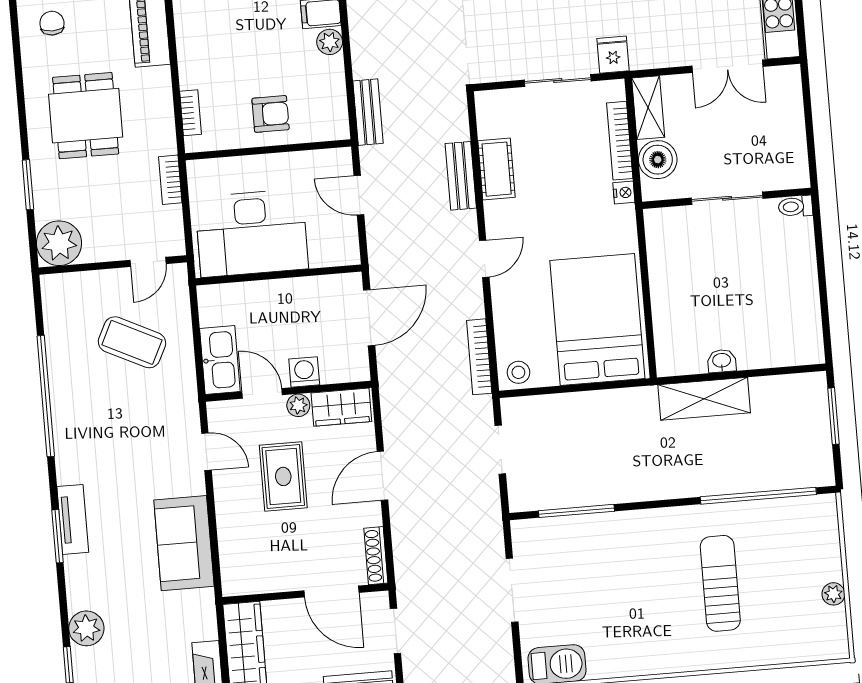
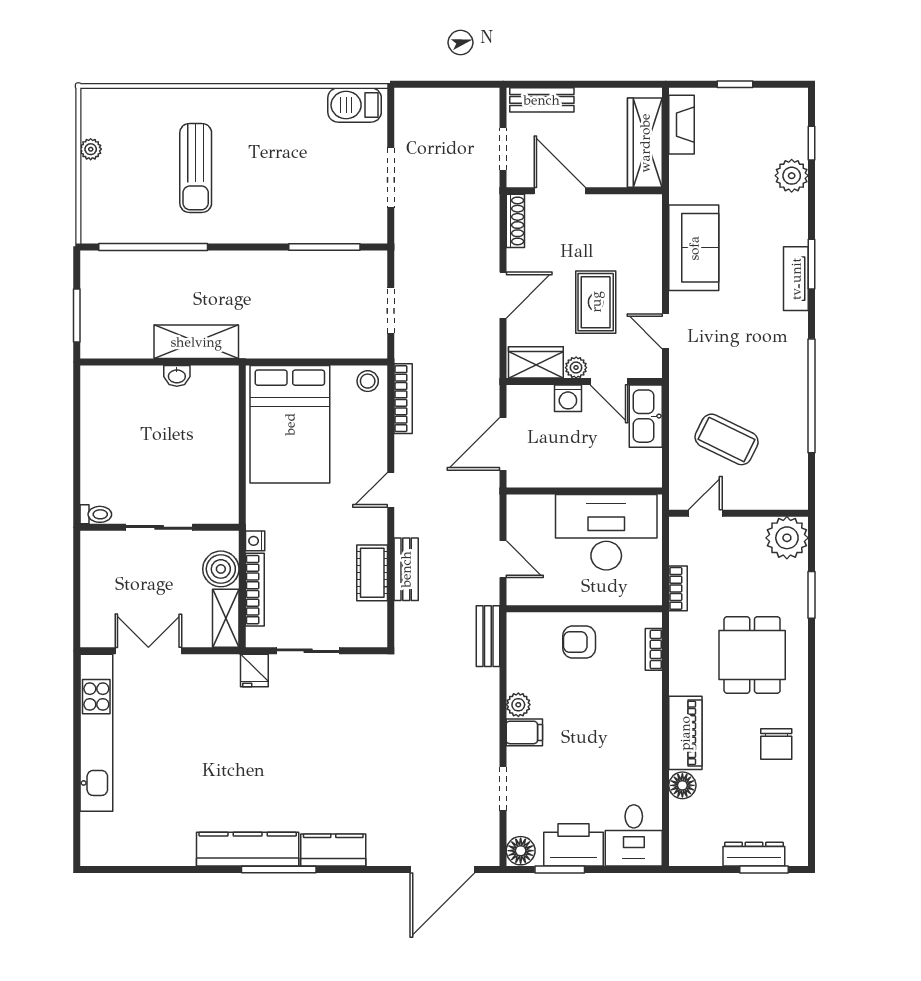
chair: (52, 23) -> (776, 744), width x1.37, depth x1.37

